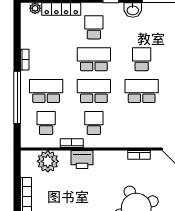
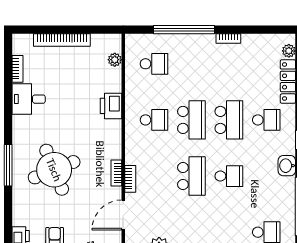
school desk: (46, 91) -> (191, 64), removed
bookcase: (72, 143) -> (130, 179), moved
plant: (48, 161) -> (115, 60), width x0.53, depth x0.53

